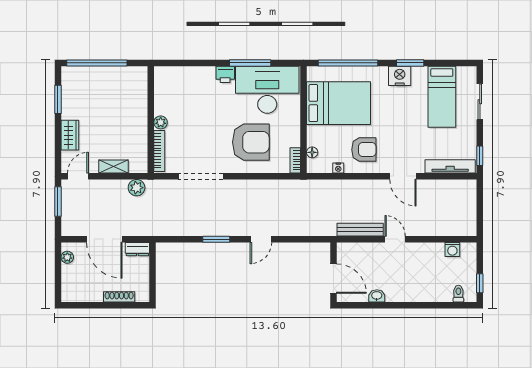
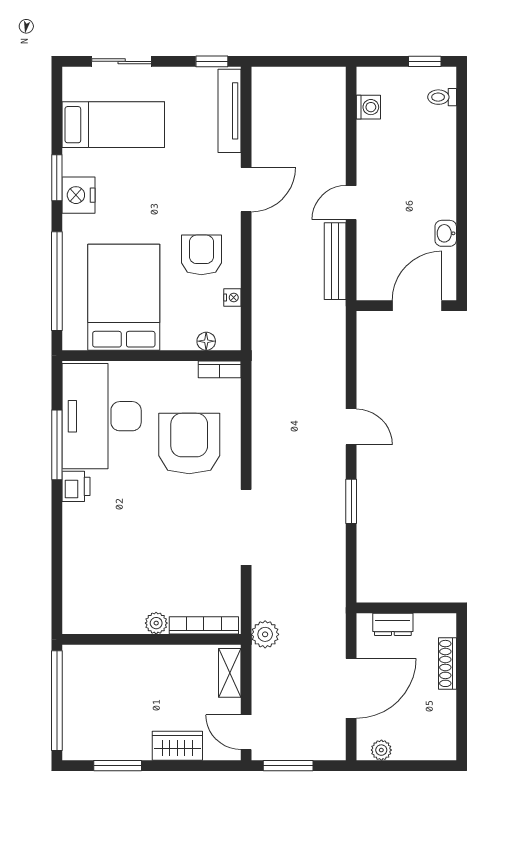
wall: (151, 120) -> (151, 639), moved
plant: (161, 122) -> (156, 623), moved
bookcase: (159, 151) -> (204, 625), moved
dresser: (137, 249) -> (393, 624), moved, turned 90

